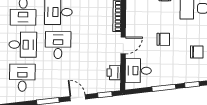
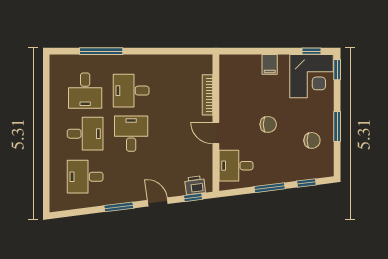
door: (123, 45) -> (216, 133), swing flipped
printer: (114, 73) -> (195, 185), moved, turned 83
desk: (22, 78) -> (85, 177), turned -90

